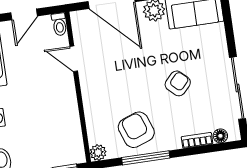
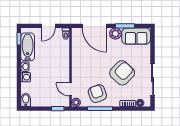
door: (74, 59) -> (71, 89), moved
armchair: (178, 83) -> (122, 73), width x1.88, depth x1.88

